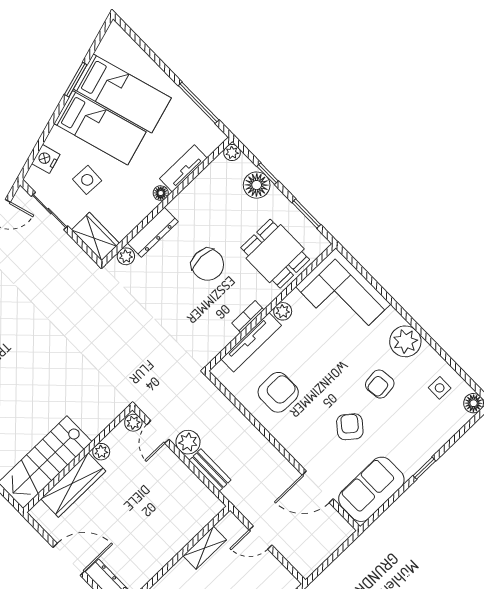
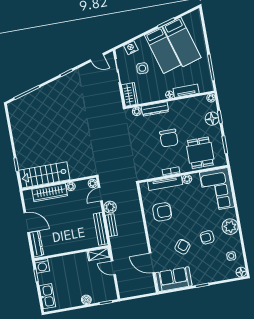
bench: (196, 488) -> (101, 229), added
shelving: (205, 548) -> (99, 254), moved

